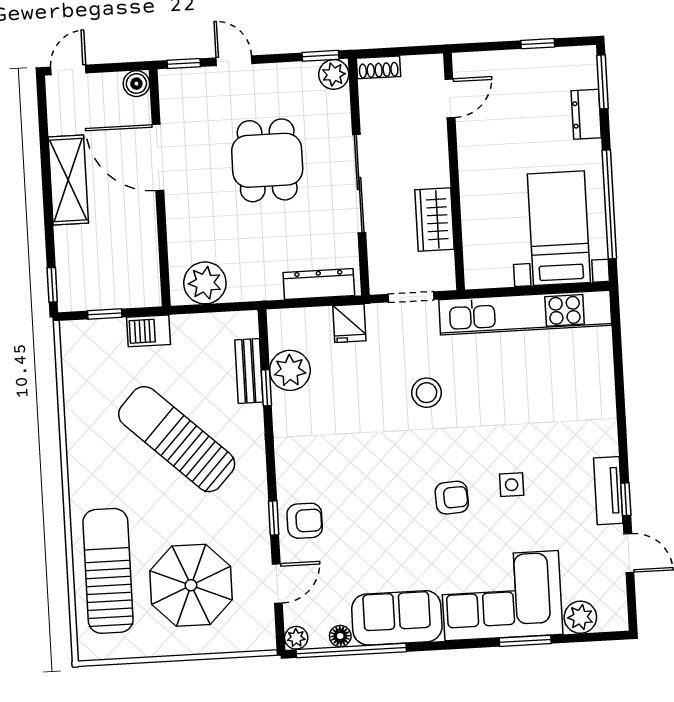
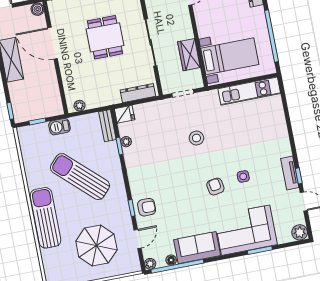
bed with nightstands: (559, 228) -> (230, 56), moved, turned 90
plant: (205, 283) -> (80, 106), width x0.53, depth x0.53
kitchen unit: (525, 313) -> (249, 91), width x0.73
fridge: (349, 323) -> (125, 114), moved, turned -90
plant: (290, 370) -> (126, 142), width x0.53, depth x0.53
bench: (249, 371) -> (107, 126), moved
armchair: (452, 498) -> (215, 187), turned -96
sun lounger: (108, 571) -> (46, 218), moved
plant: (580, 617) -> (300, 232), moved

